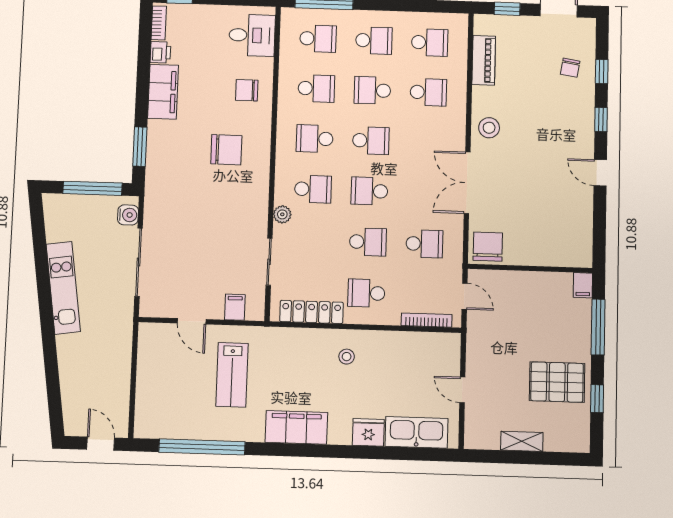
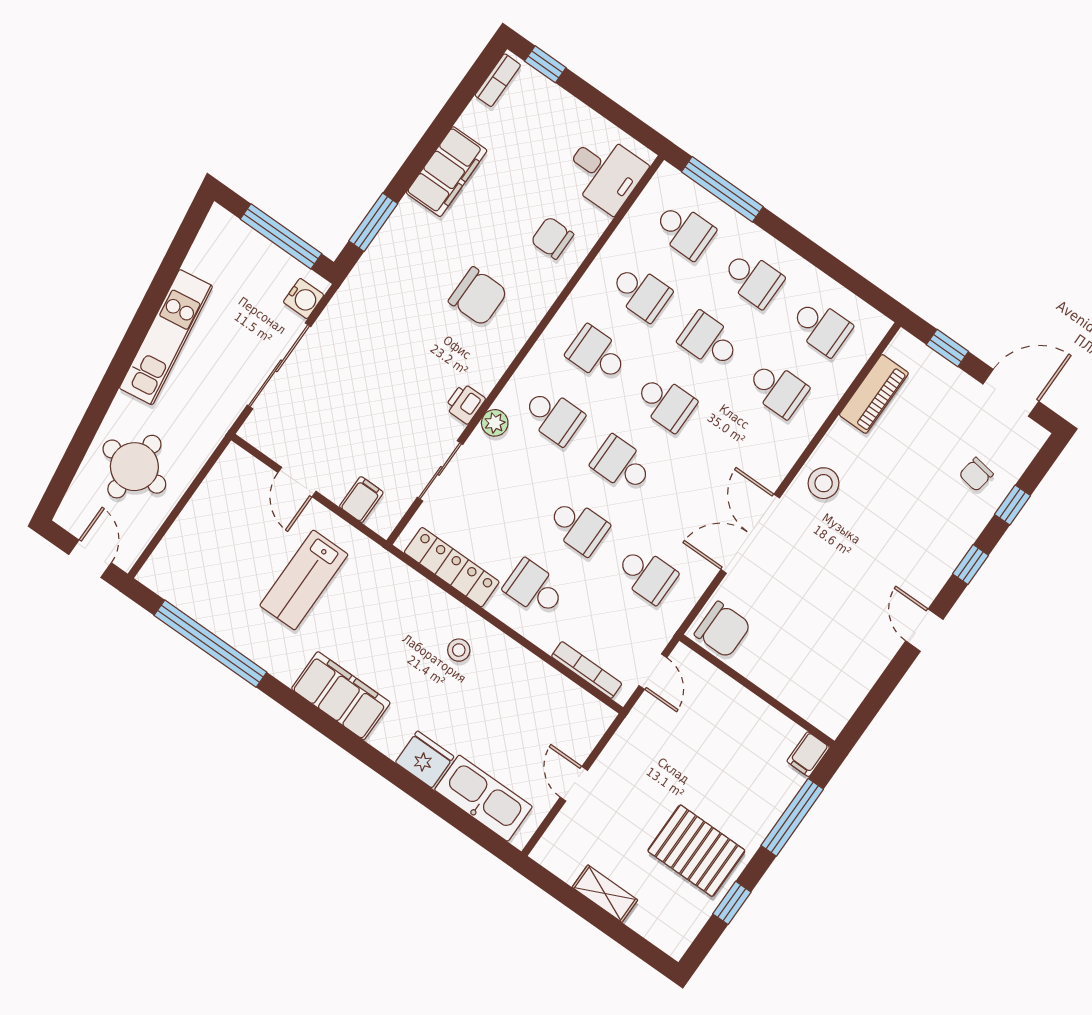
printer: (160, 52) -> (465, 403), moved, turned 180
chair: (488, 247) -> (723, 630), turned 90
round table: (92, 374) -> (134, 467), added

